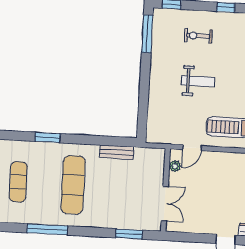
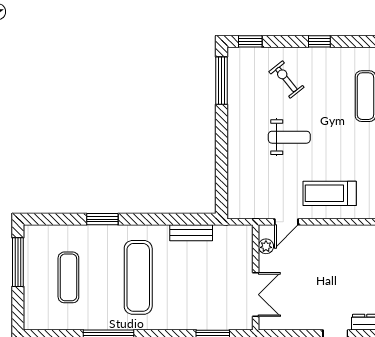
exercise bike: (198, 36) -> (286, 79), turned 51

